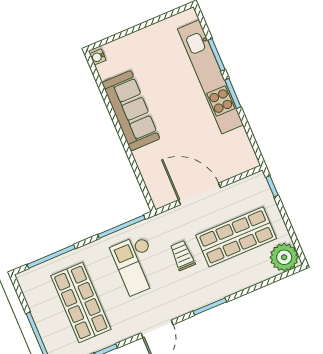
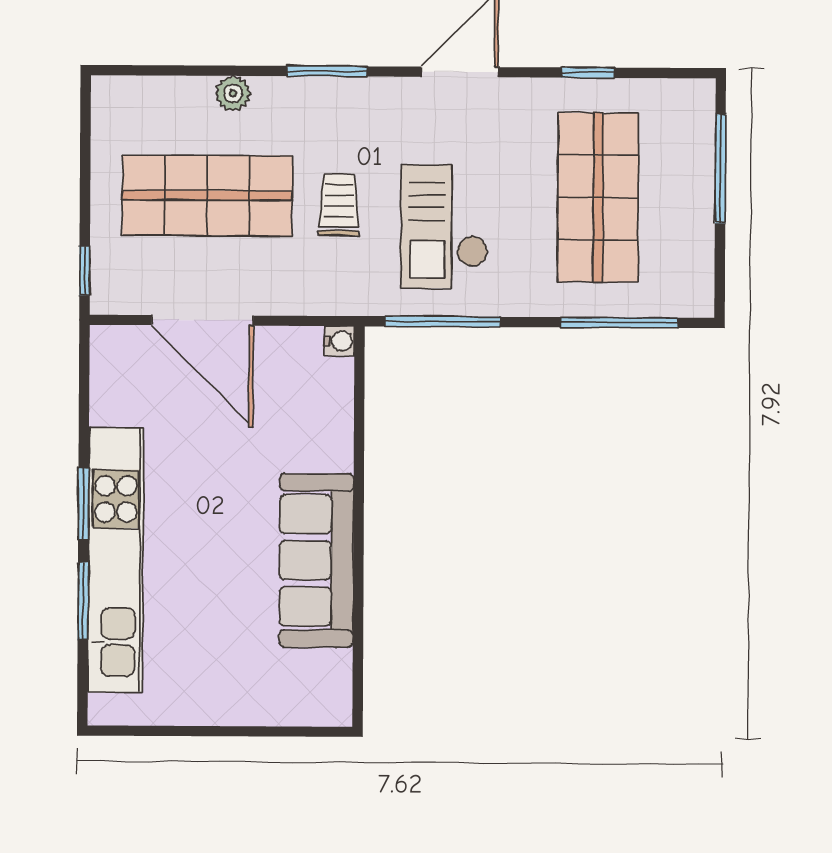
water cooler: (98, 57) -> (340, 341), moved
door: (199, 194) -> (202, 320), moved
trolley: (182, 255) -> (339, 205), turned 180
plant: (284, 257) -> (233, 93), moved, width x0.53, depth x0.53
checkout: (137, 265) -> (445, 226), turned 180

